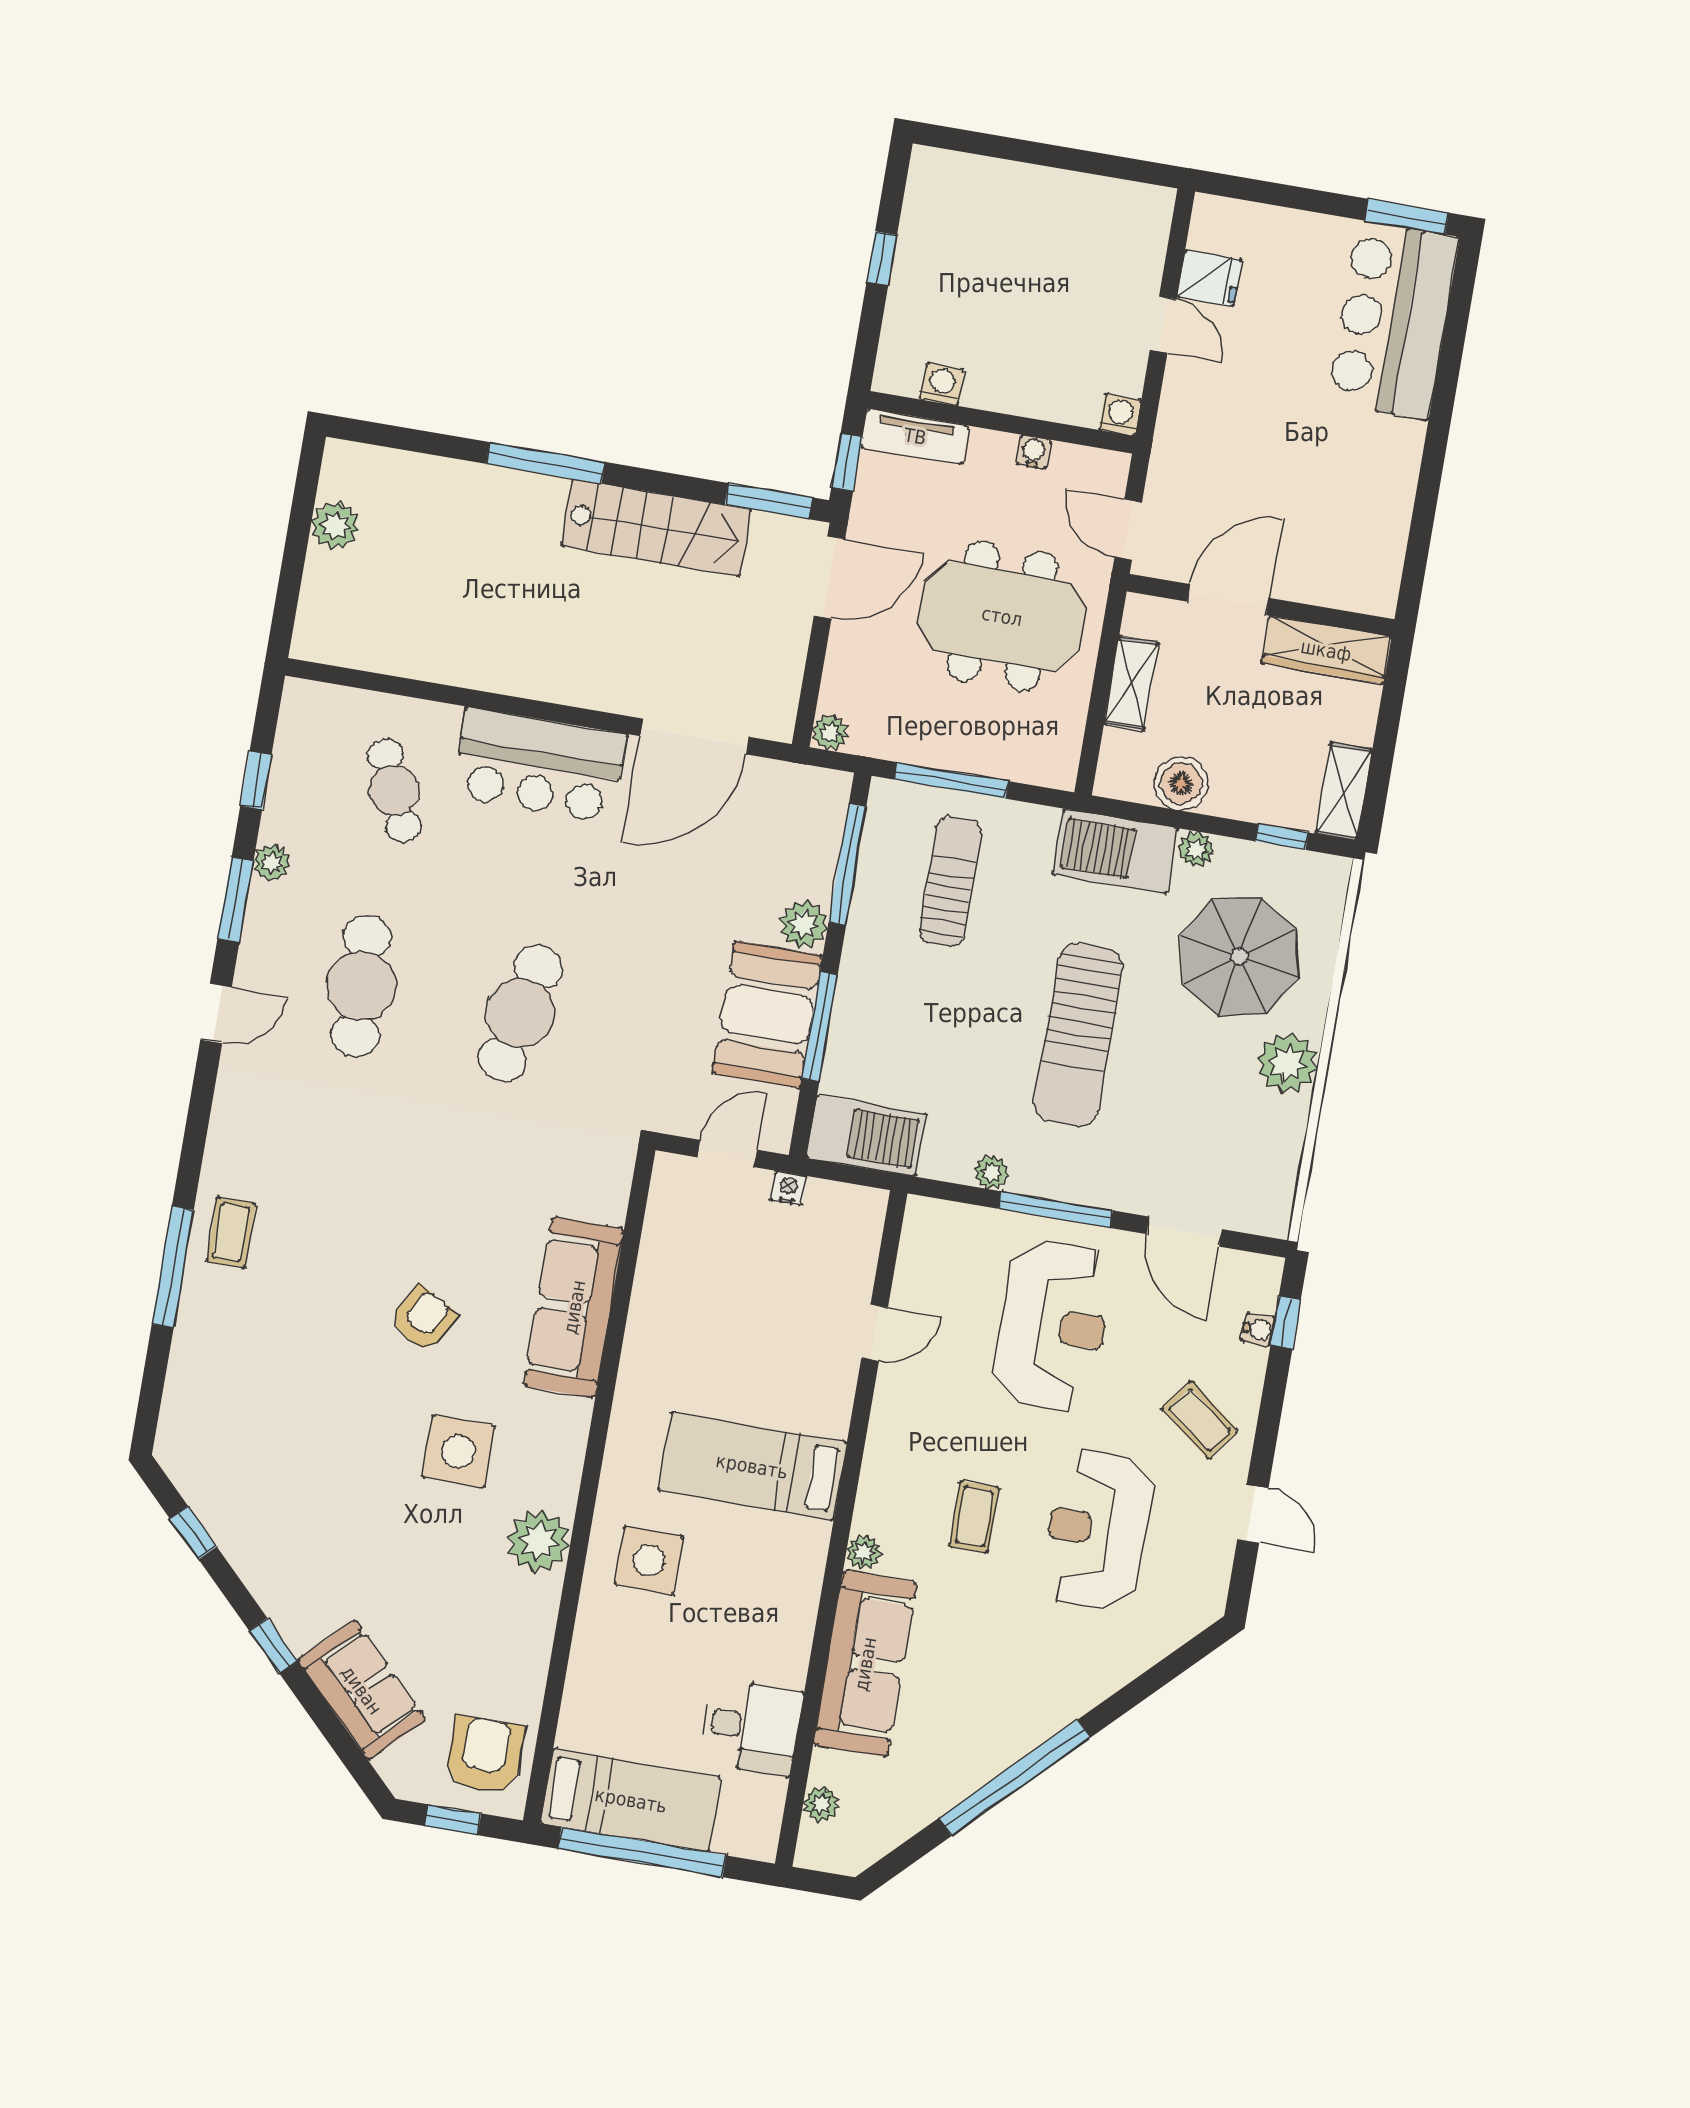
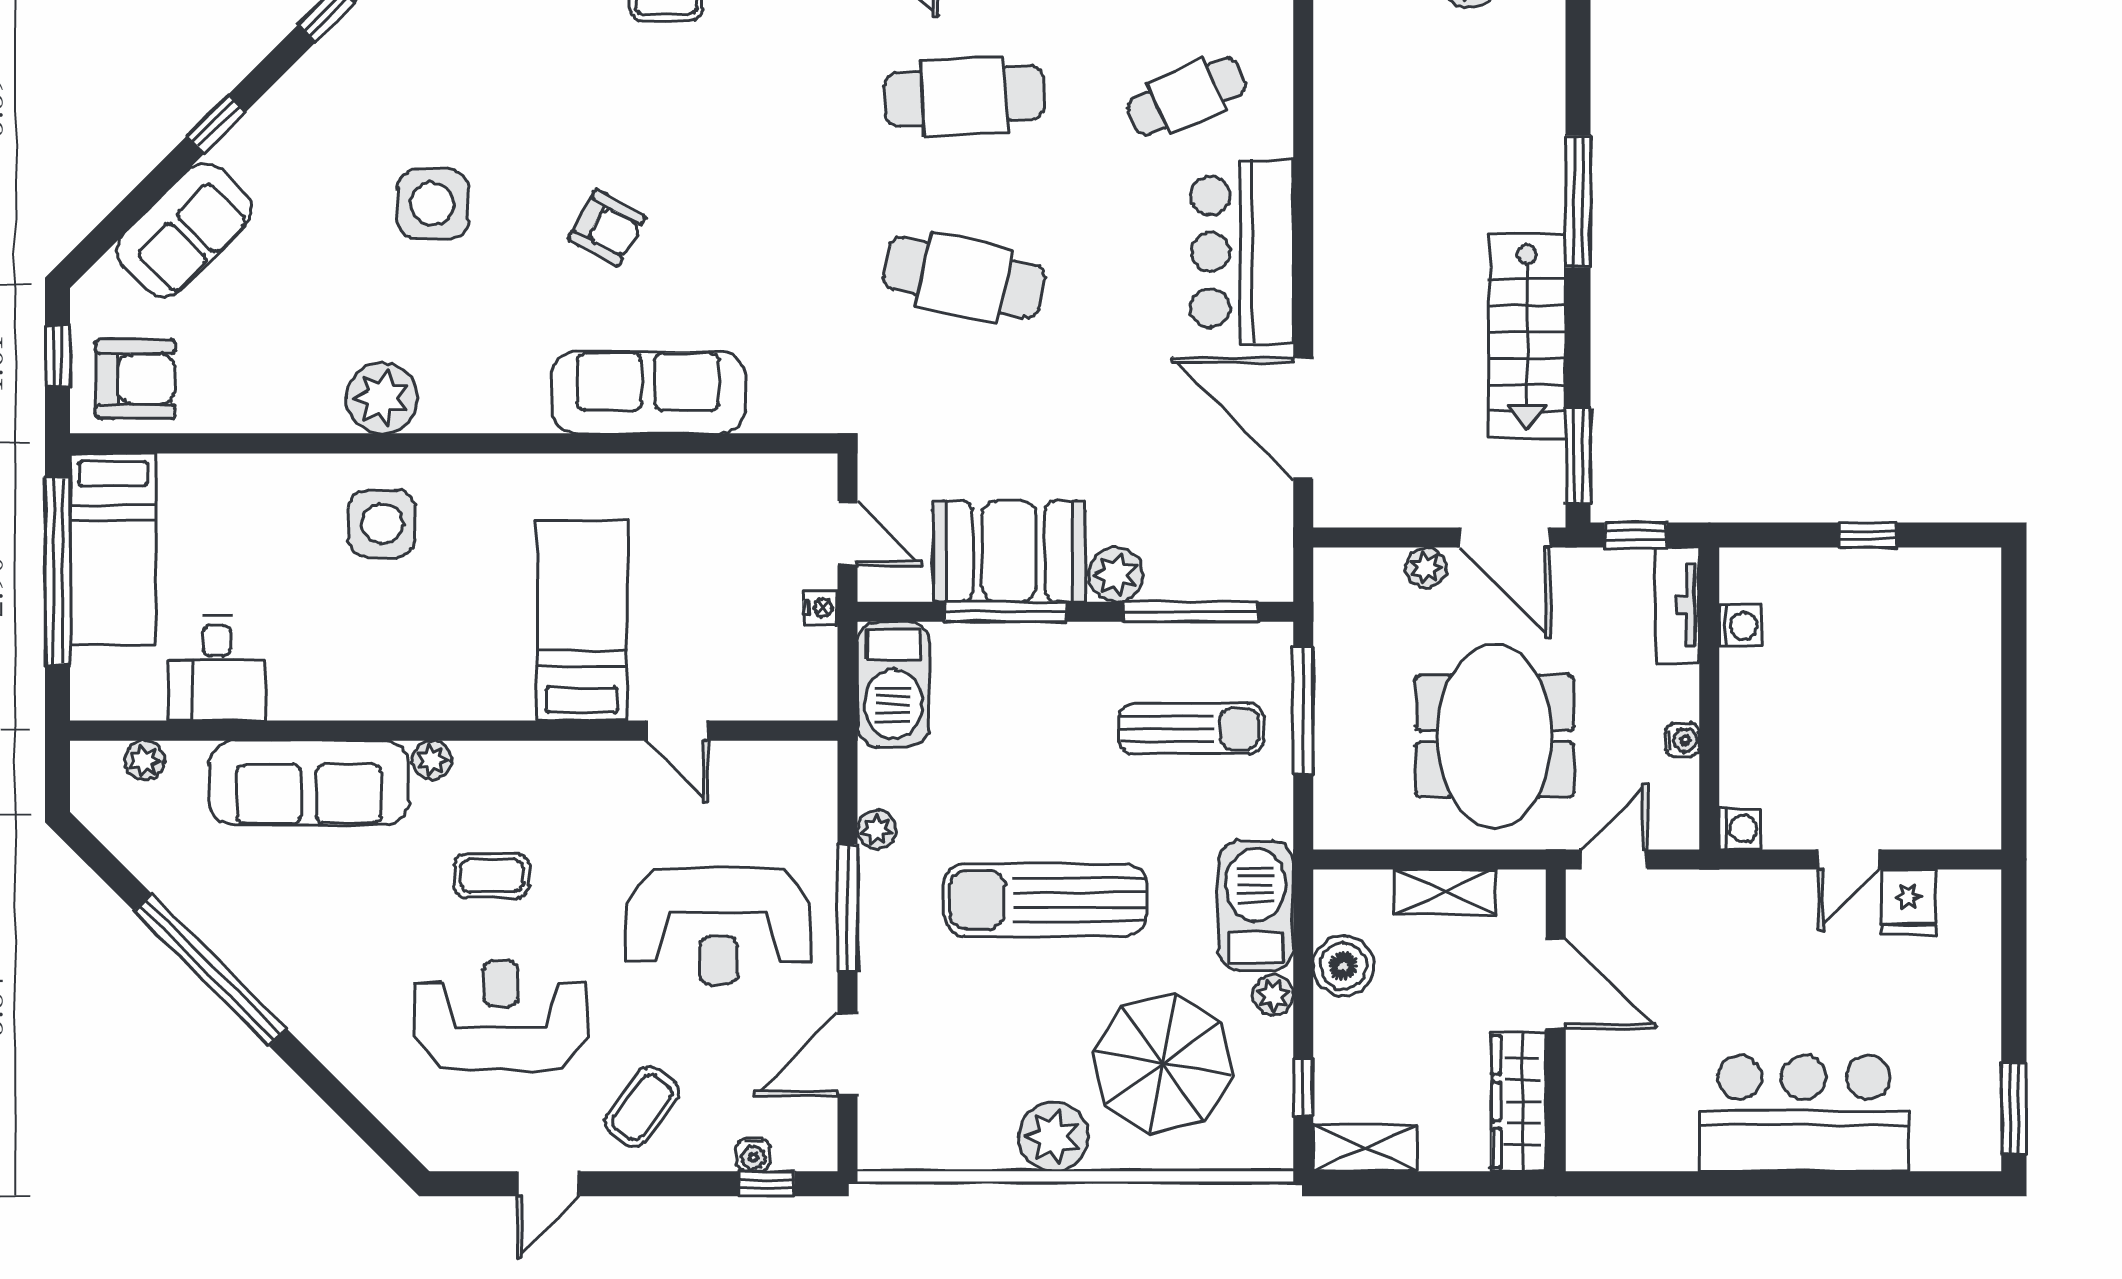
bar counter: (1393, 320) -> (1804, 1113), moved
plant: (830, 733) -> (1426, 568), moved
side table: (458, 1451) -> (433, 204), moved
bed: (752, 1466) -> (582, 621), moved

